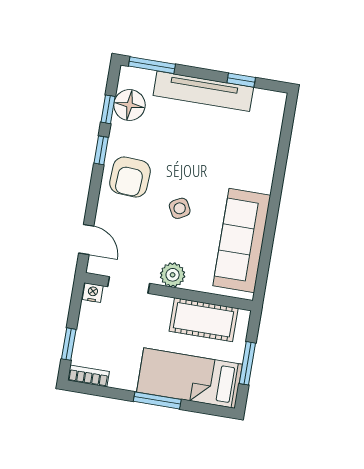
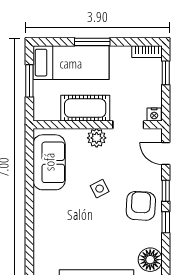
window: (108, 109) -> (166, 191), moved
sofa: (242, 240) -> (49, 162), width x0.73
cot: (204, 320) -> (85, 108), moved

